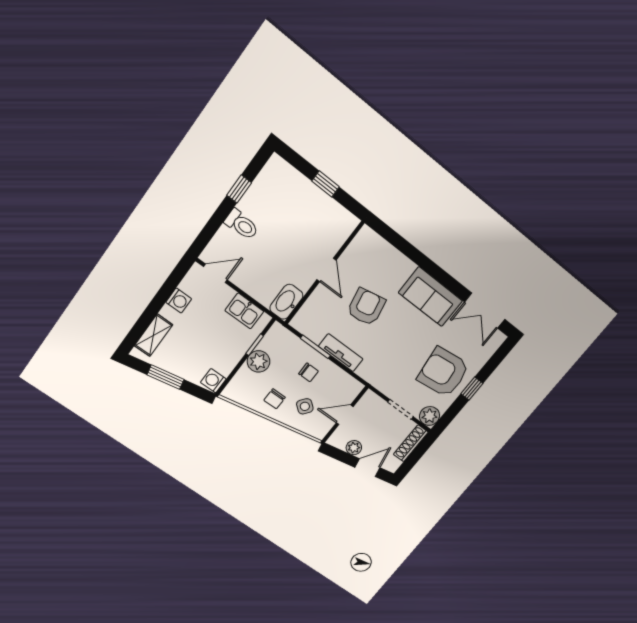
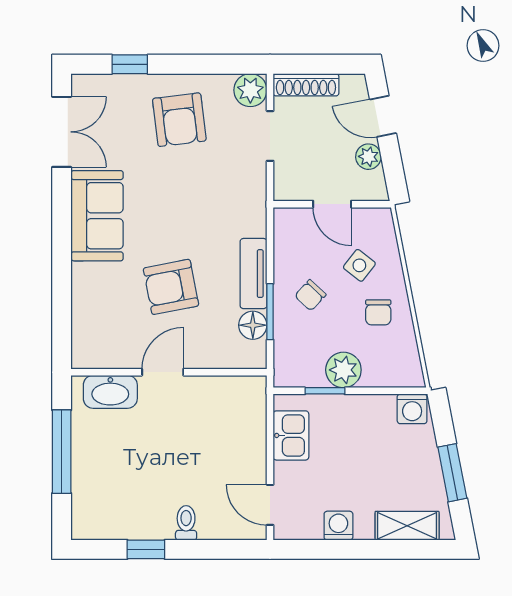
window: (326, 184) -> (62, 452), width x2.17
toilet: (242, 224) -> (186, 523), width x0.73, depth x0.72
washbasin: (286, 302) -> (110, 392), moved
floor lamp: (315, 333) -> (253, 325), added
chair: (308, 372) -> (310, 295), turned -137
armchair: (443, 372) -> (179, 120), width x0.73, depth x0.73
window: (472, 388) -> (130, 64), moved
chair: (275, 399) -> (378, 312), turned 90

